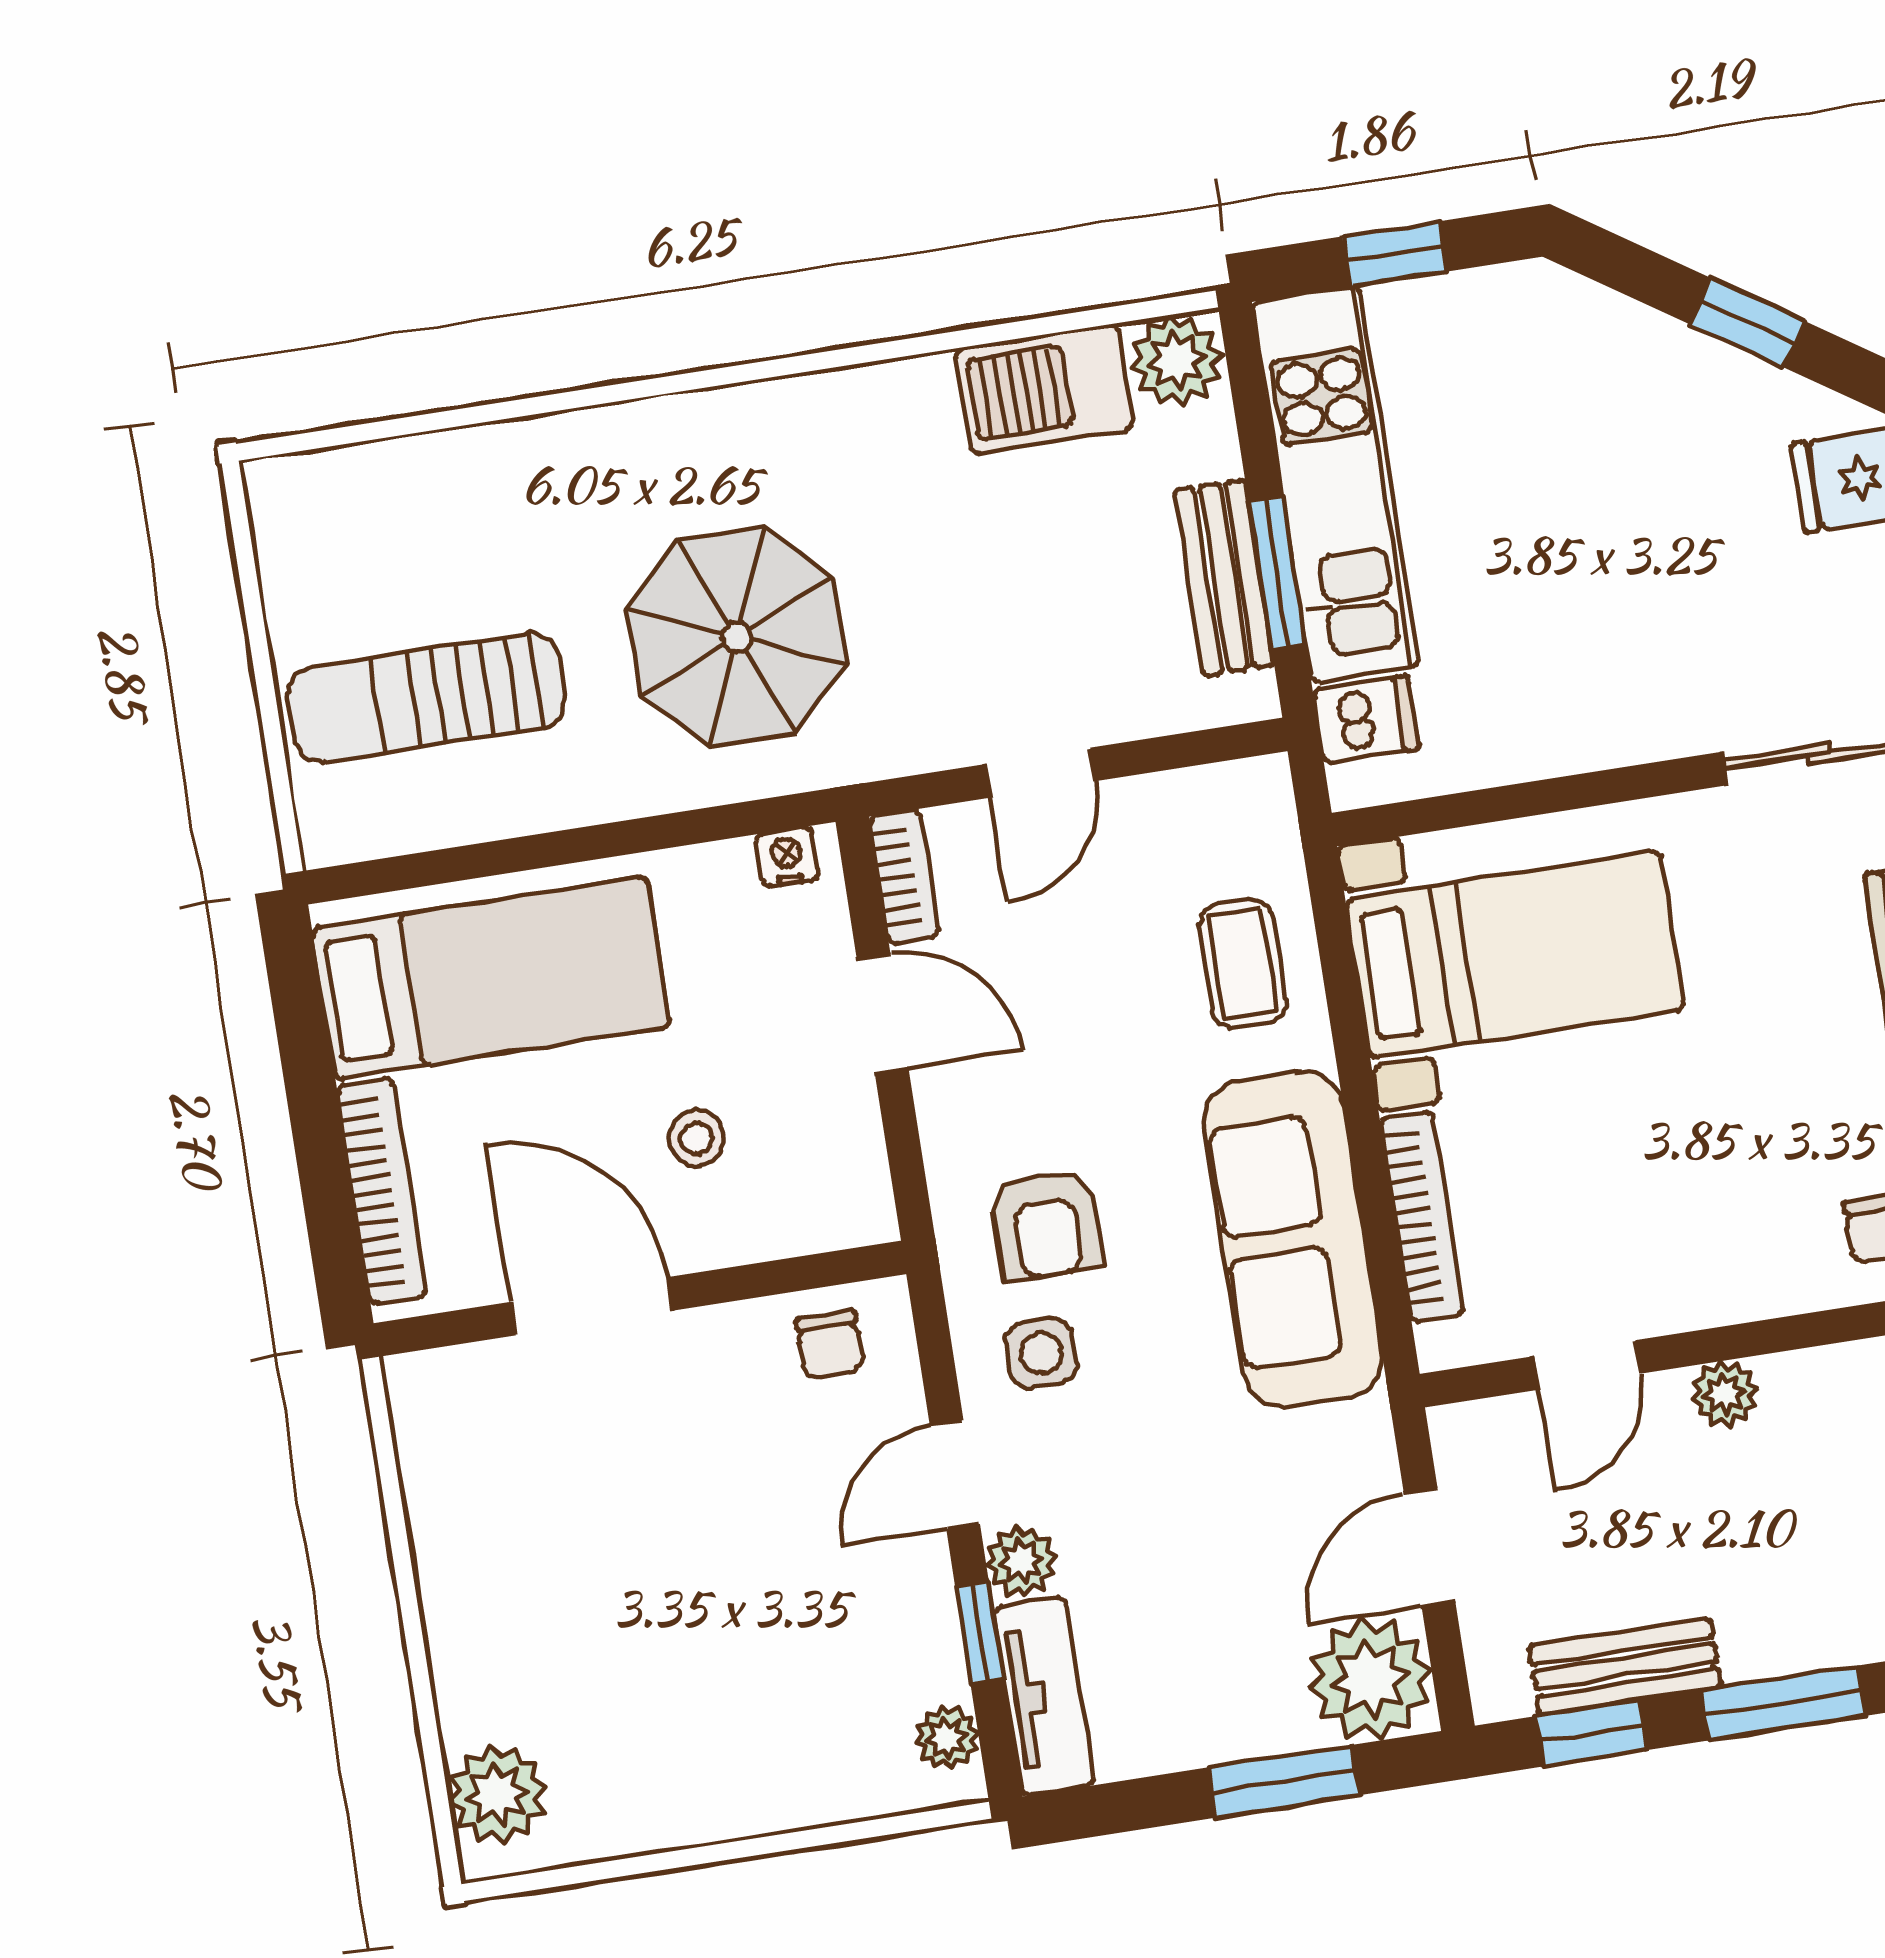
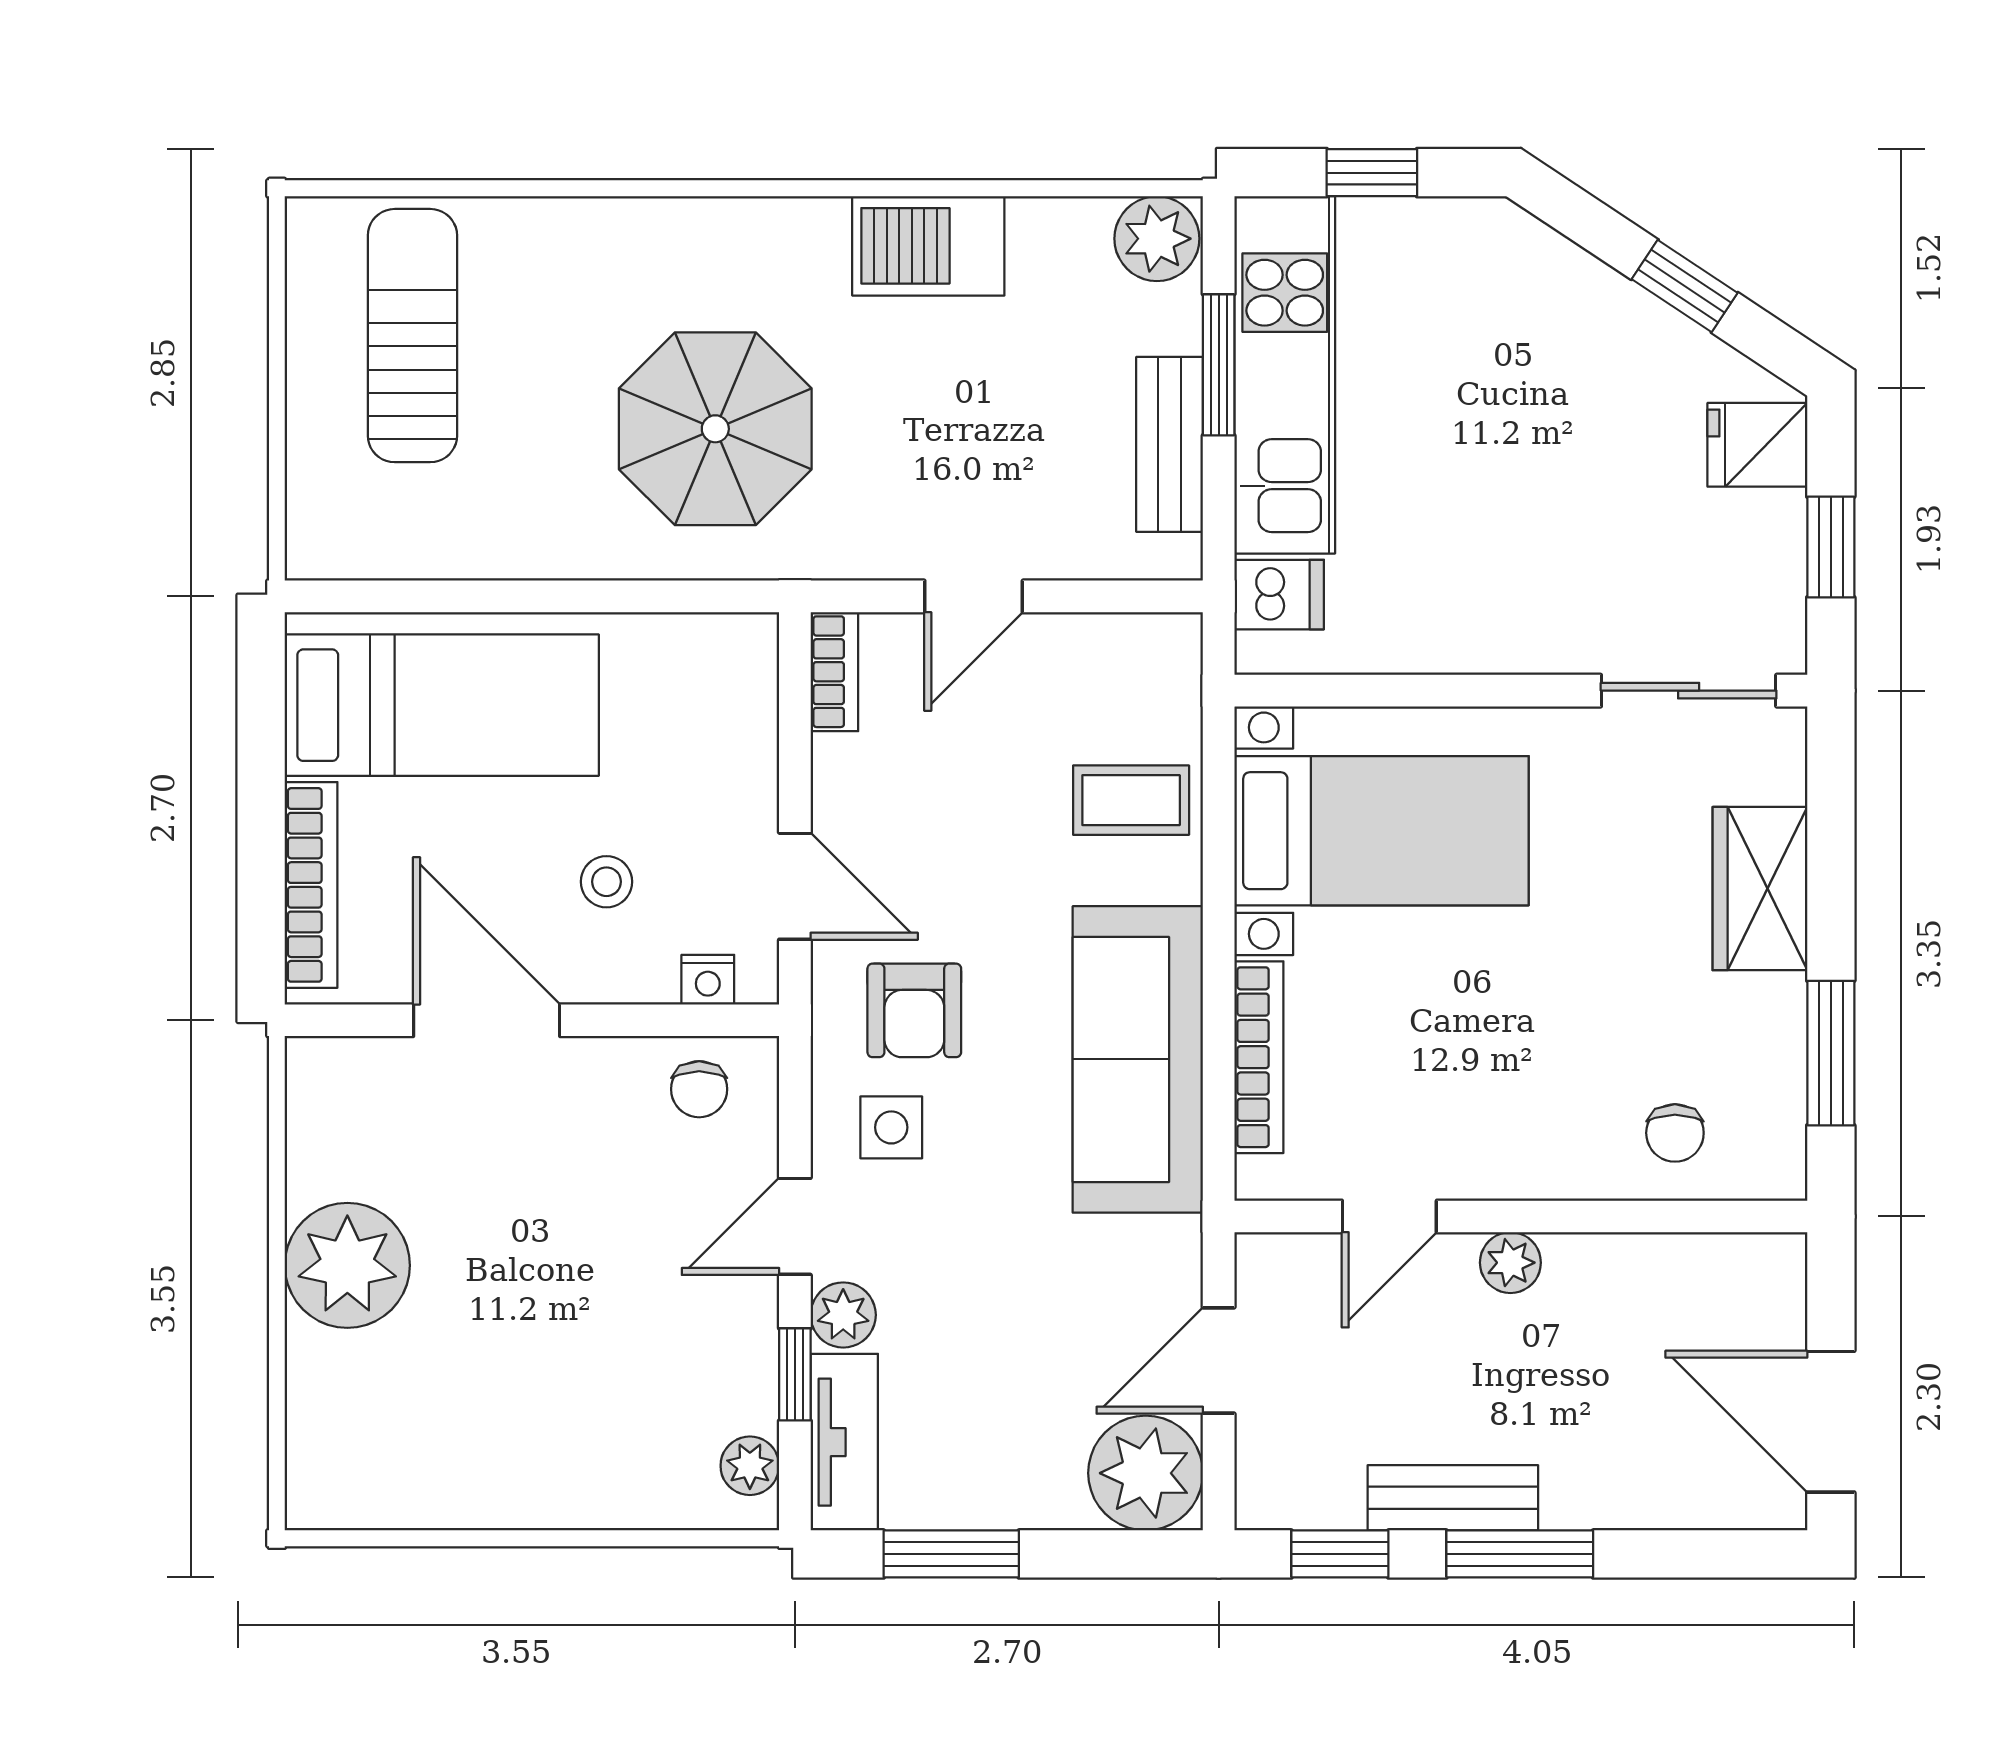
barbecue: (1044, 389) -> (928, 246), moved
window: (1277, 573) -> (1219, 365), moved
sun lounger: (426, 698) -> (412, 336), moved, turned 90
nightstand: (787, 857) -> (708, 980), moved, turned 180
coffee table: (1242, 964) -> (1131, 800), turned 90
door: (883, 1014) -> (795, 886), moved
bench: (1625, 1667) -> (1453, 1498), moved
window: (1284, 1781) -> (951, 1554), moved
plant: (497, 1794) -> (347, 1265), moved, width x1.36, depth x1.36

